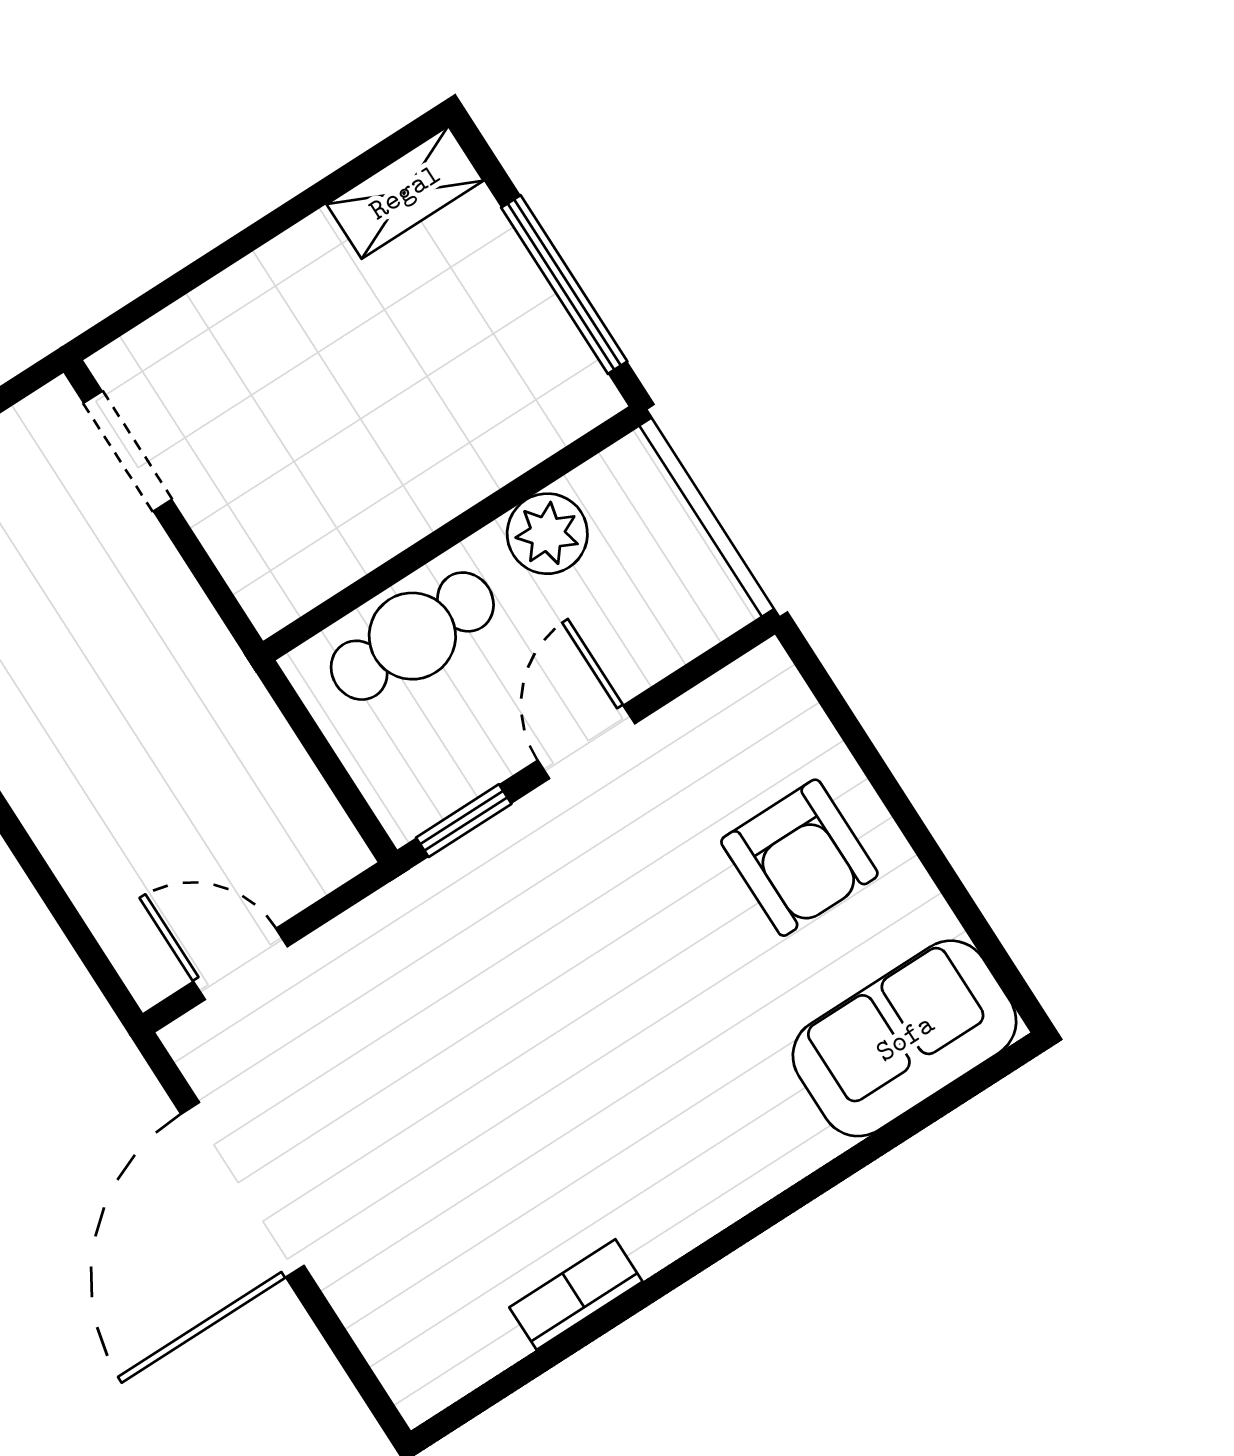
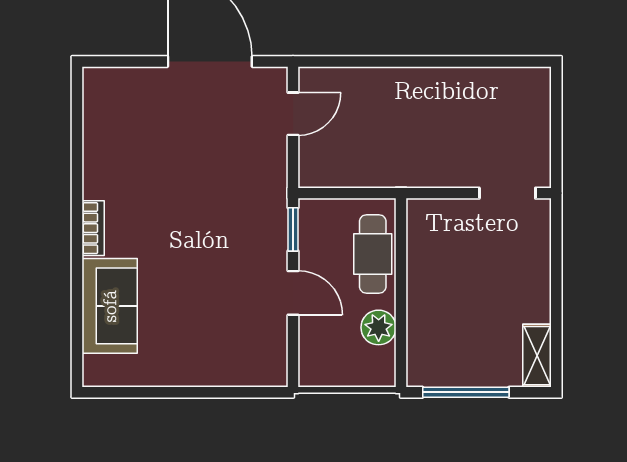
armchair: (799, 858) -> (201, 344), removed
sofa: (905, 1038) -> (110, 306), moved
bookcase: (576, 1294) -> (93, 228), moved

